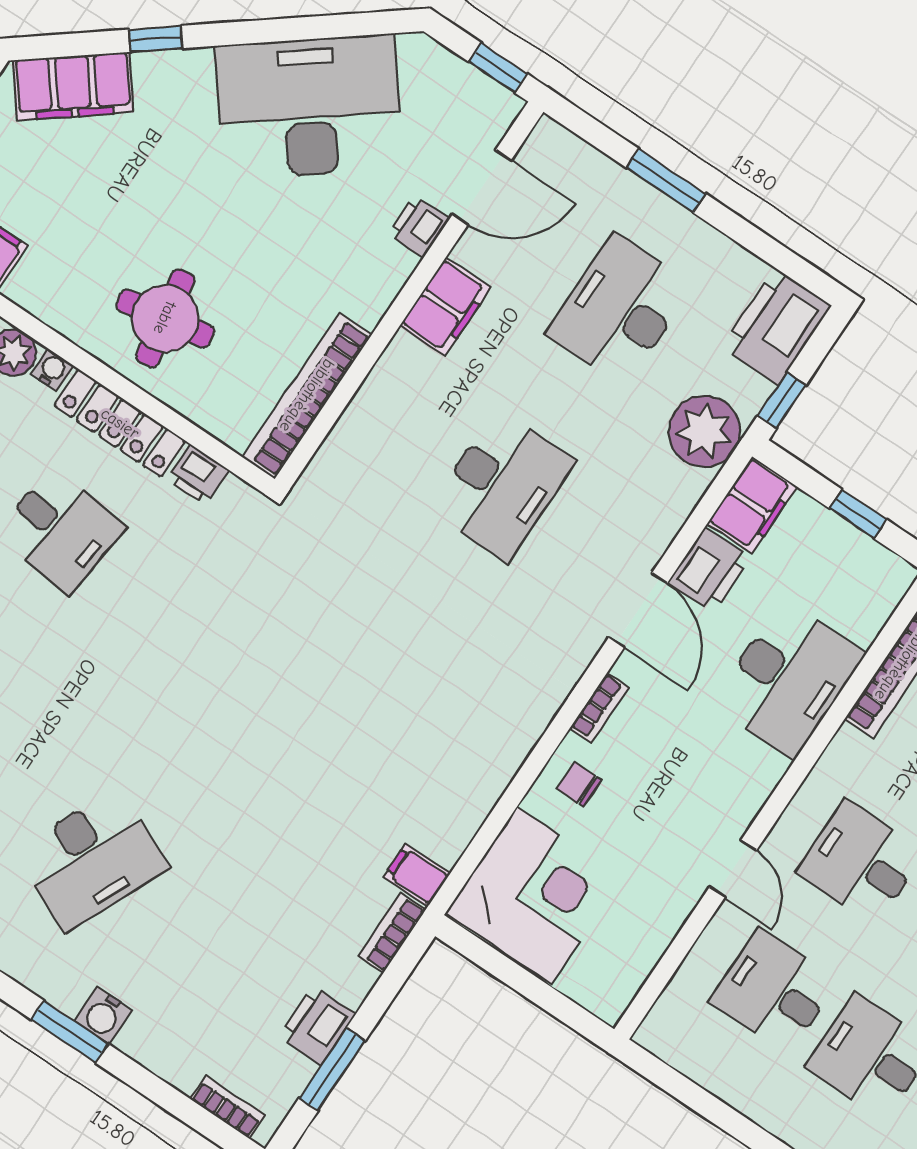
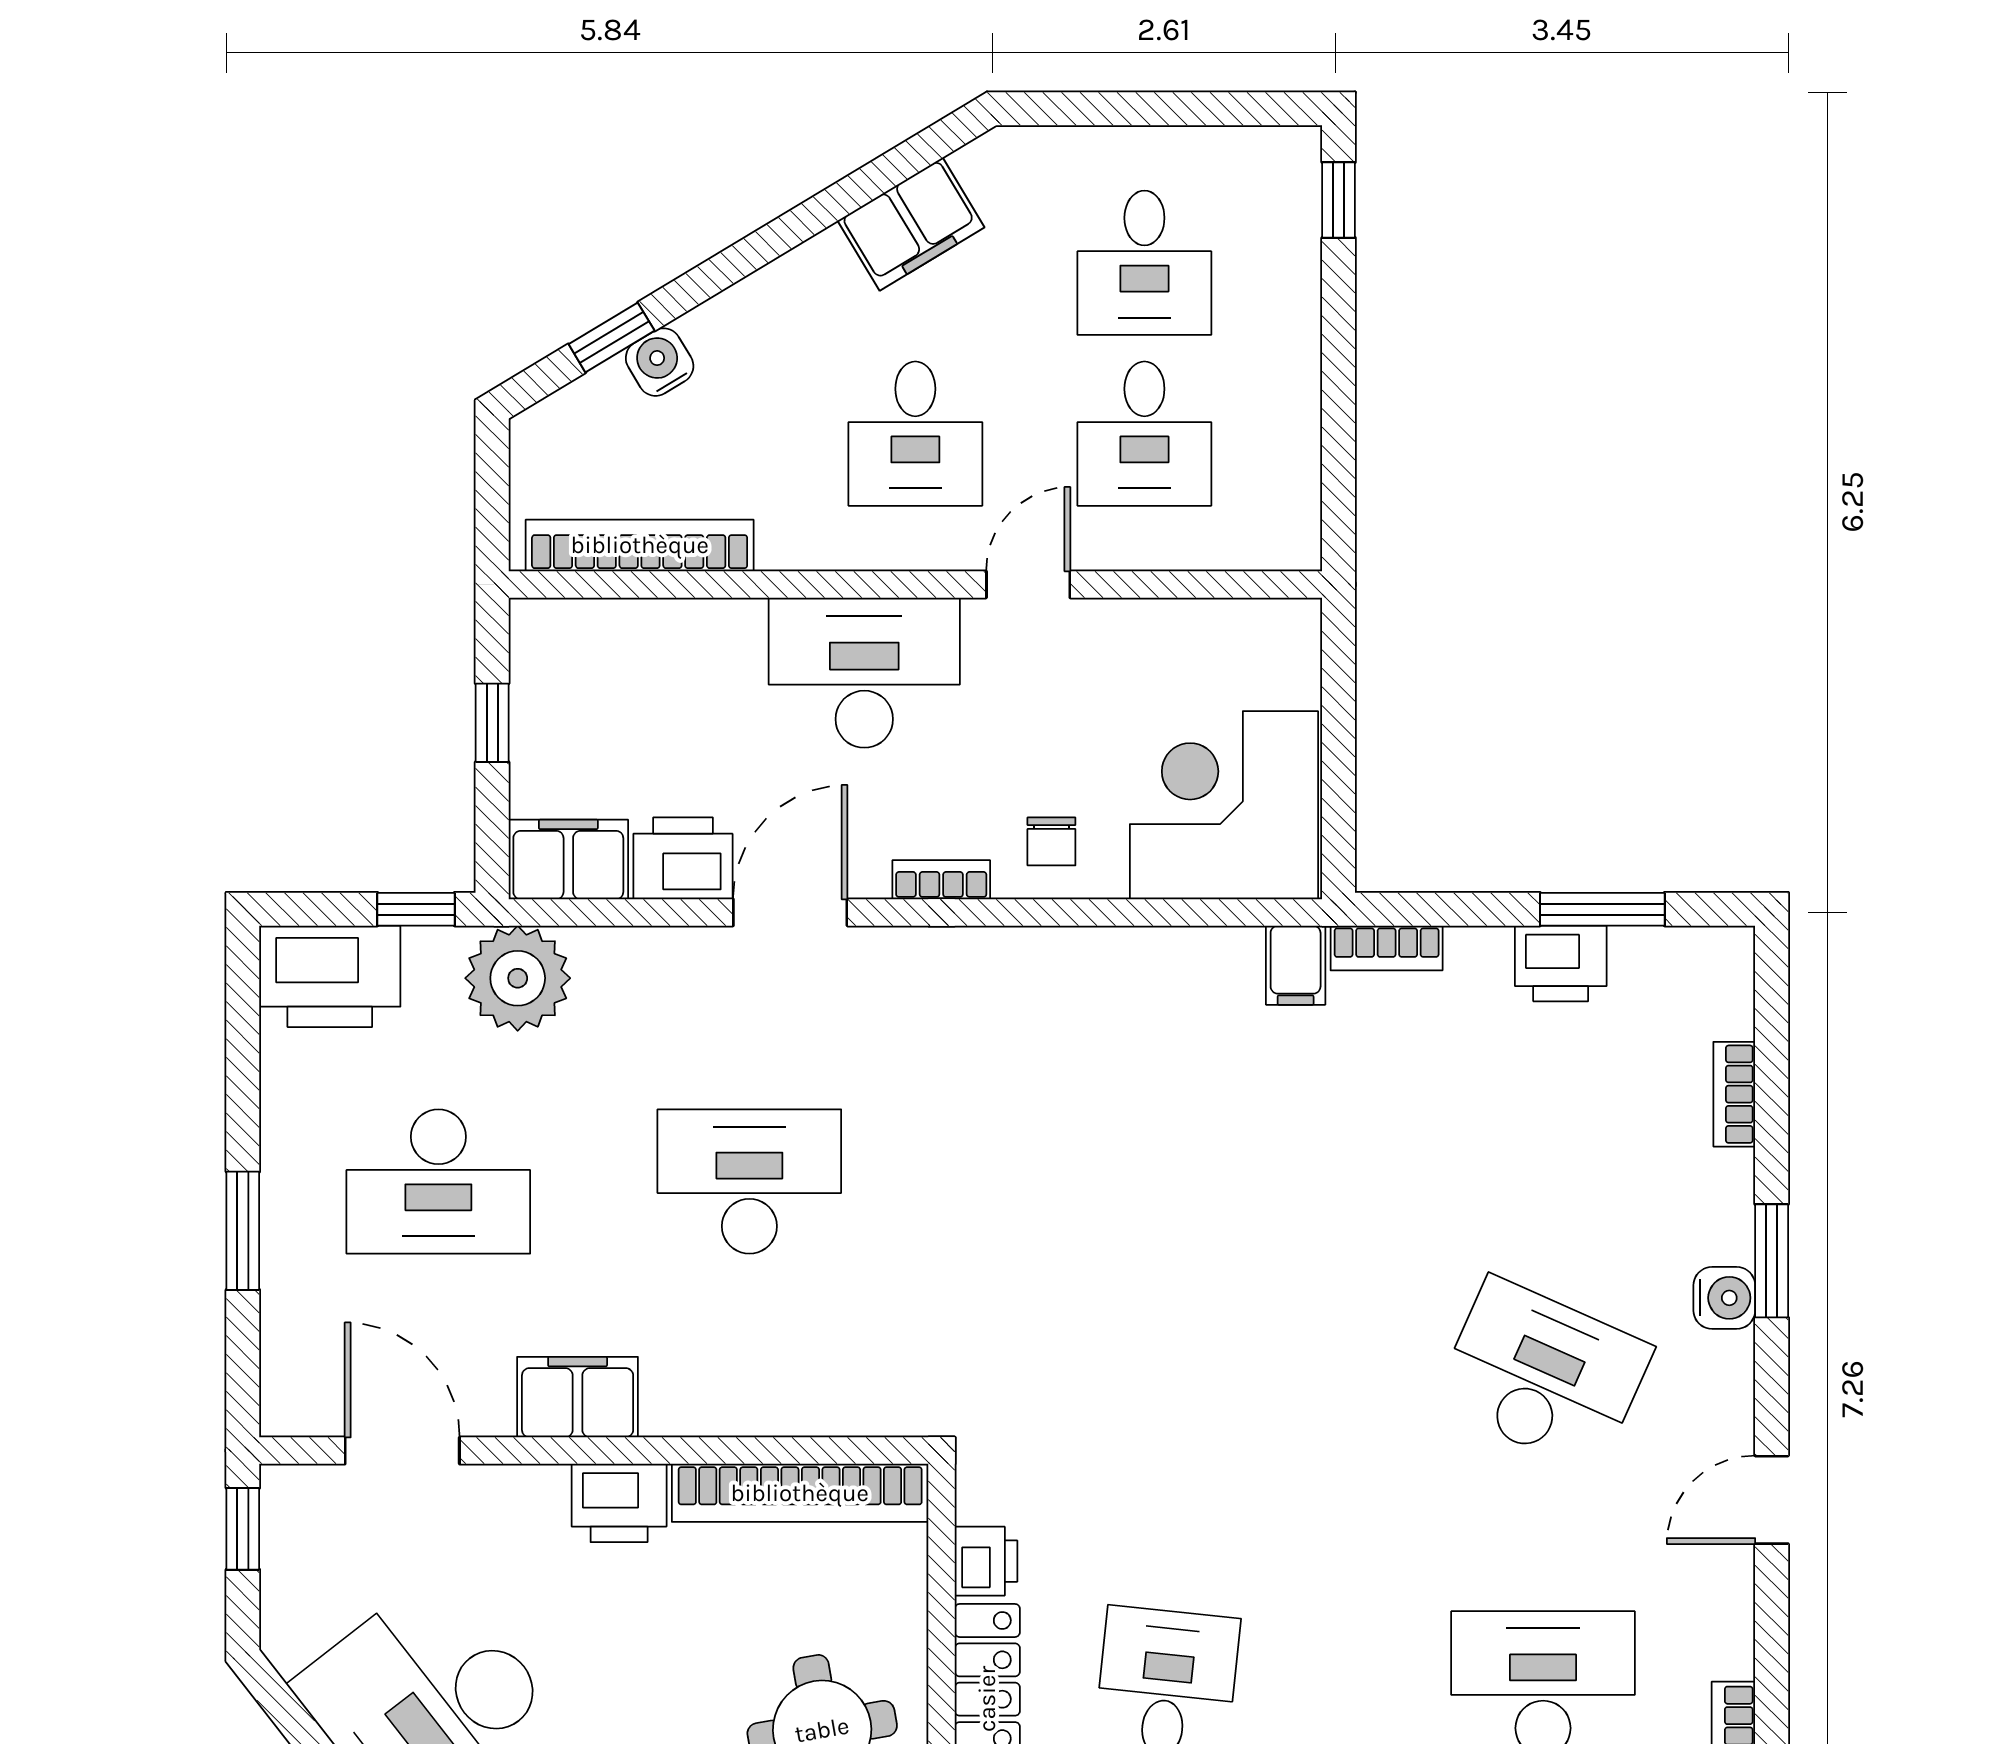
printer: (419, 227) -> (619, 1503), moved, width x1.36, depth x1.24
desk: (788, 679) -> (864, 673), moved
water cooler: (103, 1015) -> (1724, 1298), moved
bookcase: (227, 1107) -> (1734, 1094), moved

